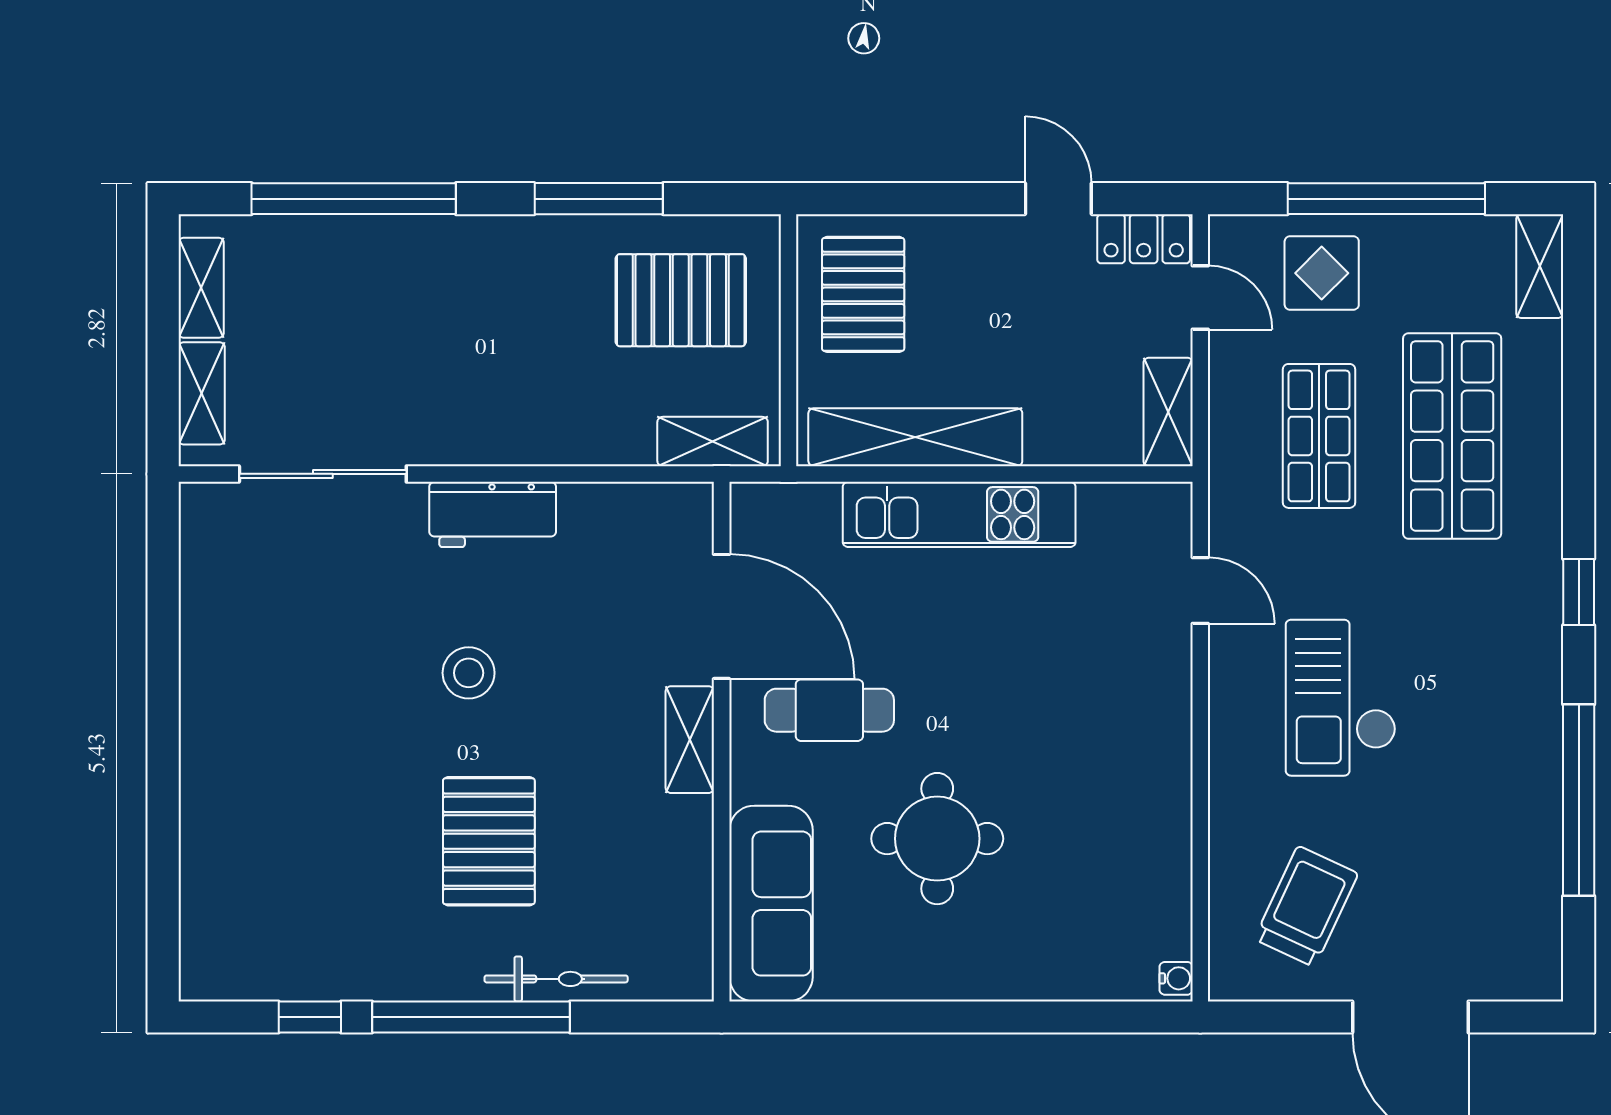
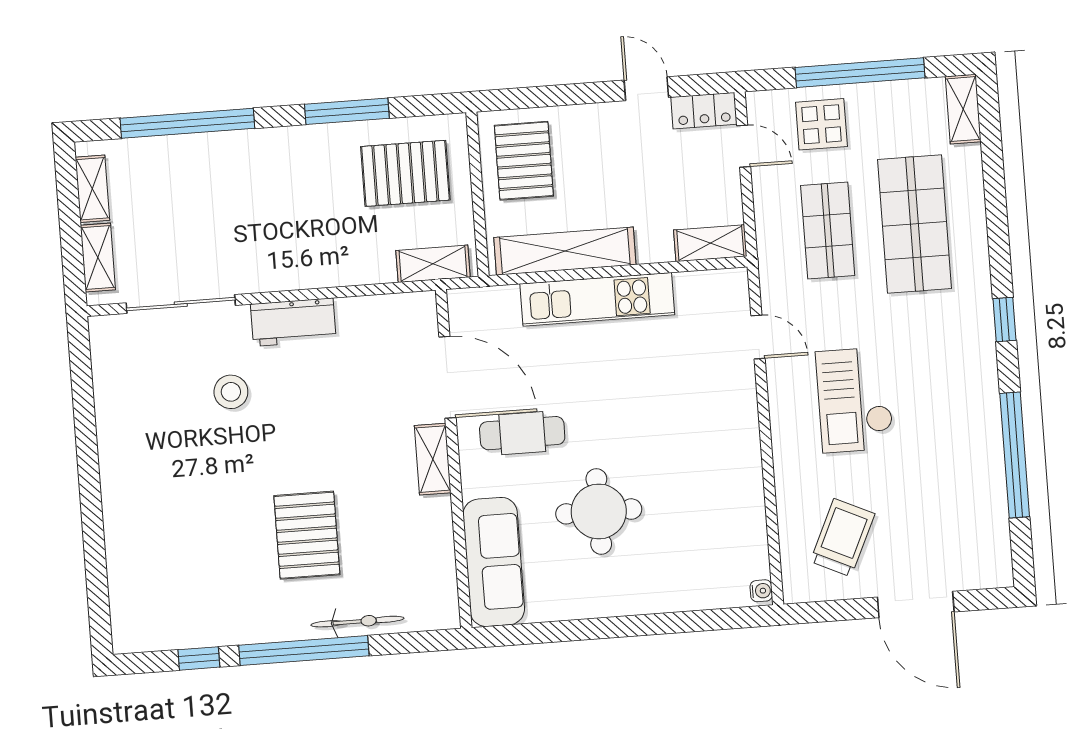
shelving: (1168, 412) -> (710, 243), moved, turned 90
stool: (469, 673) -> (231, 392), moved

